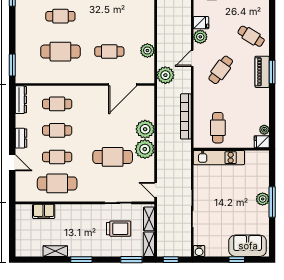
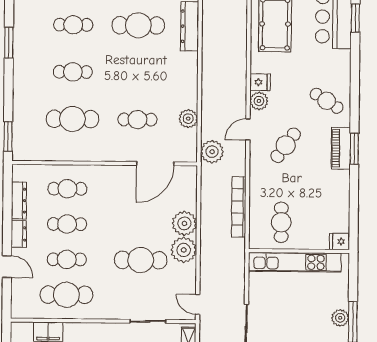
dresser: (21, 100) -> (19, 201), moved
plant: (264, 130) -> (343, 226), removed
kitchen unit: (219, 158) -> (295, 262), width x1.36

